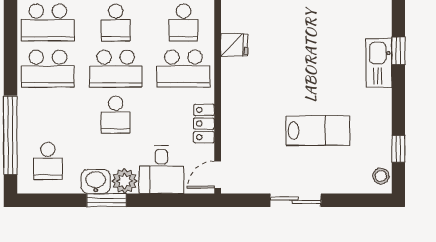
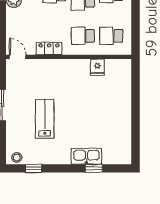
school desk: (183, 69) -> (83, 36), width x0.54
lab bench: (318, 131) -> (45, 119), turned 180
desk: (161, 170) -> (21, 22), removed

